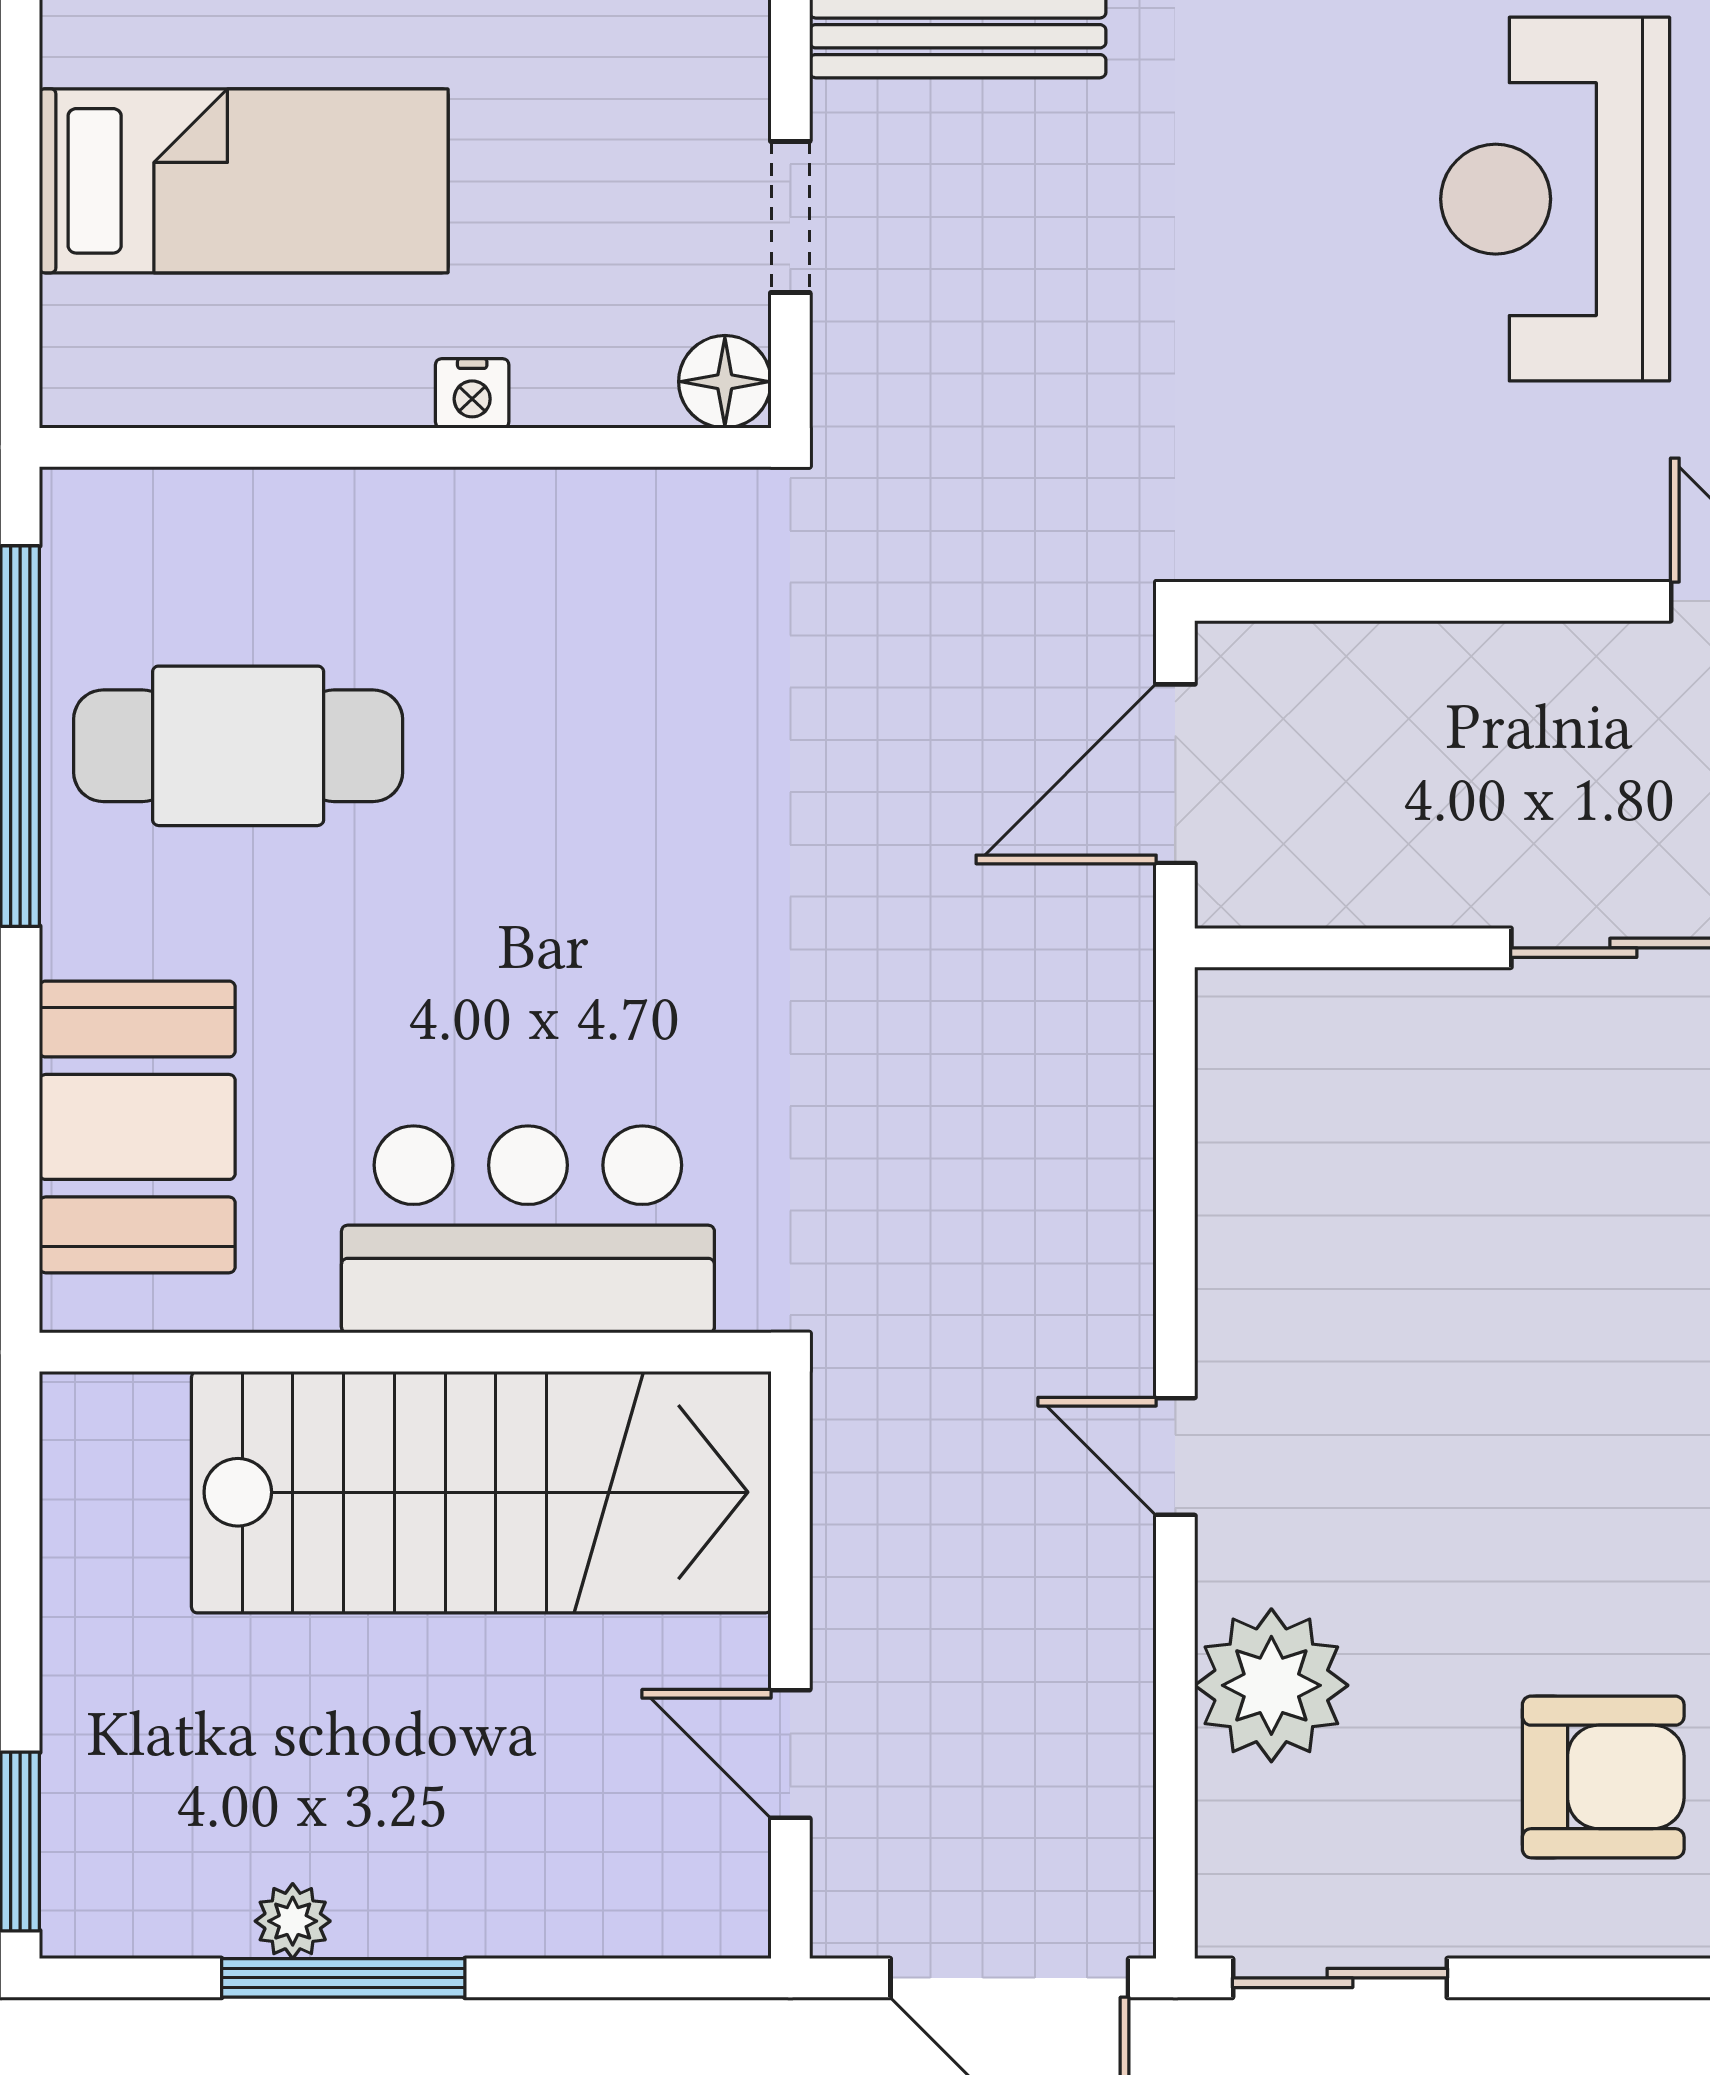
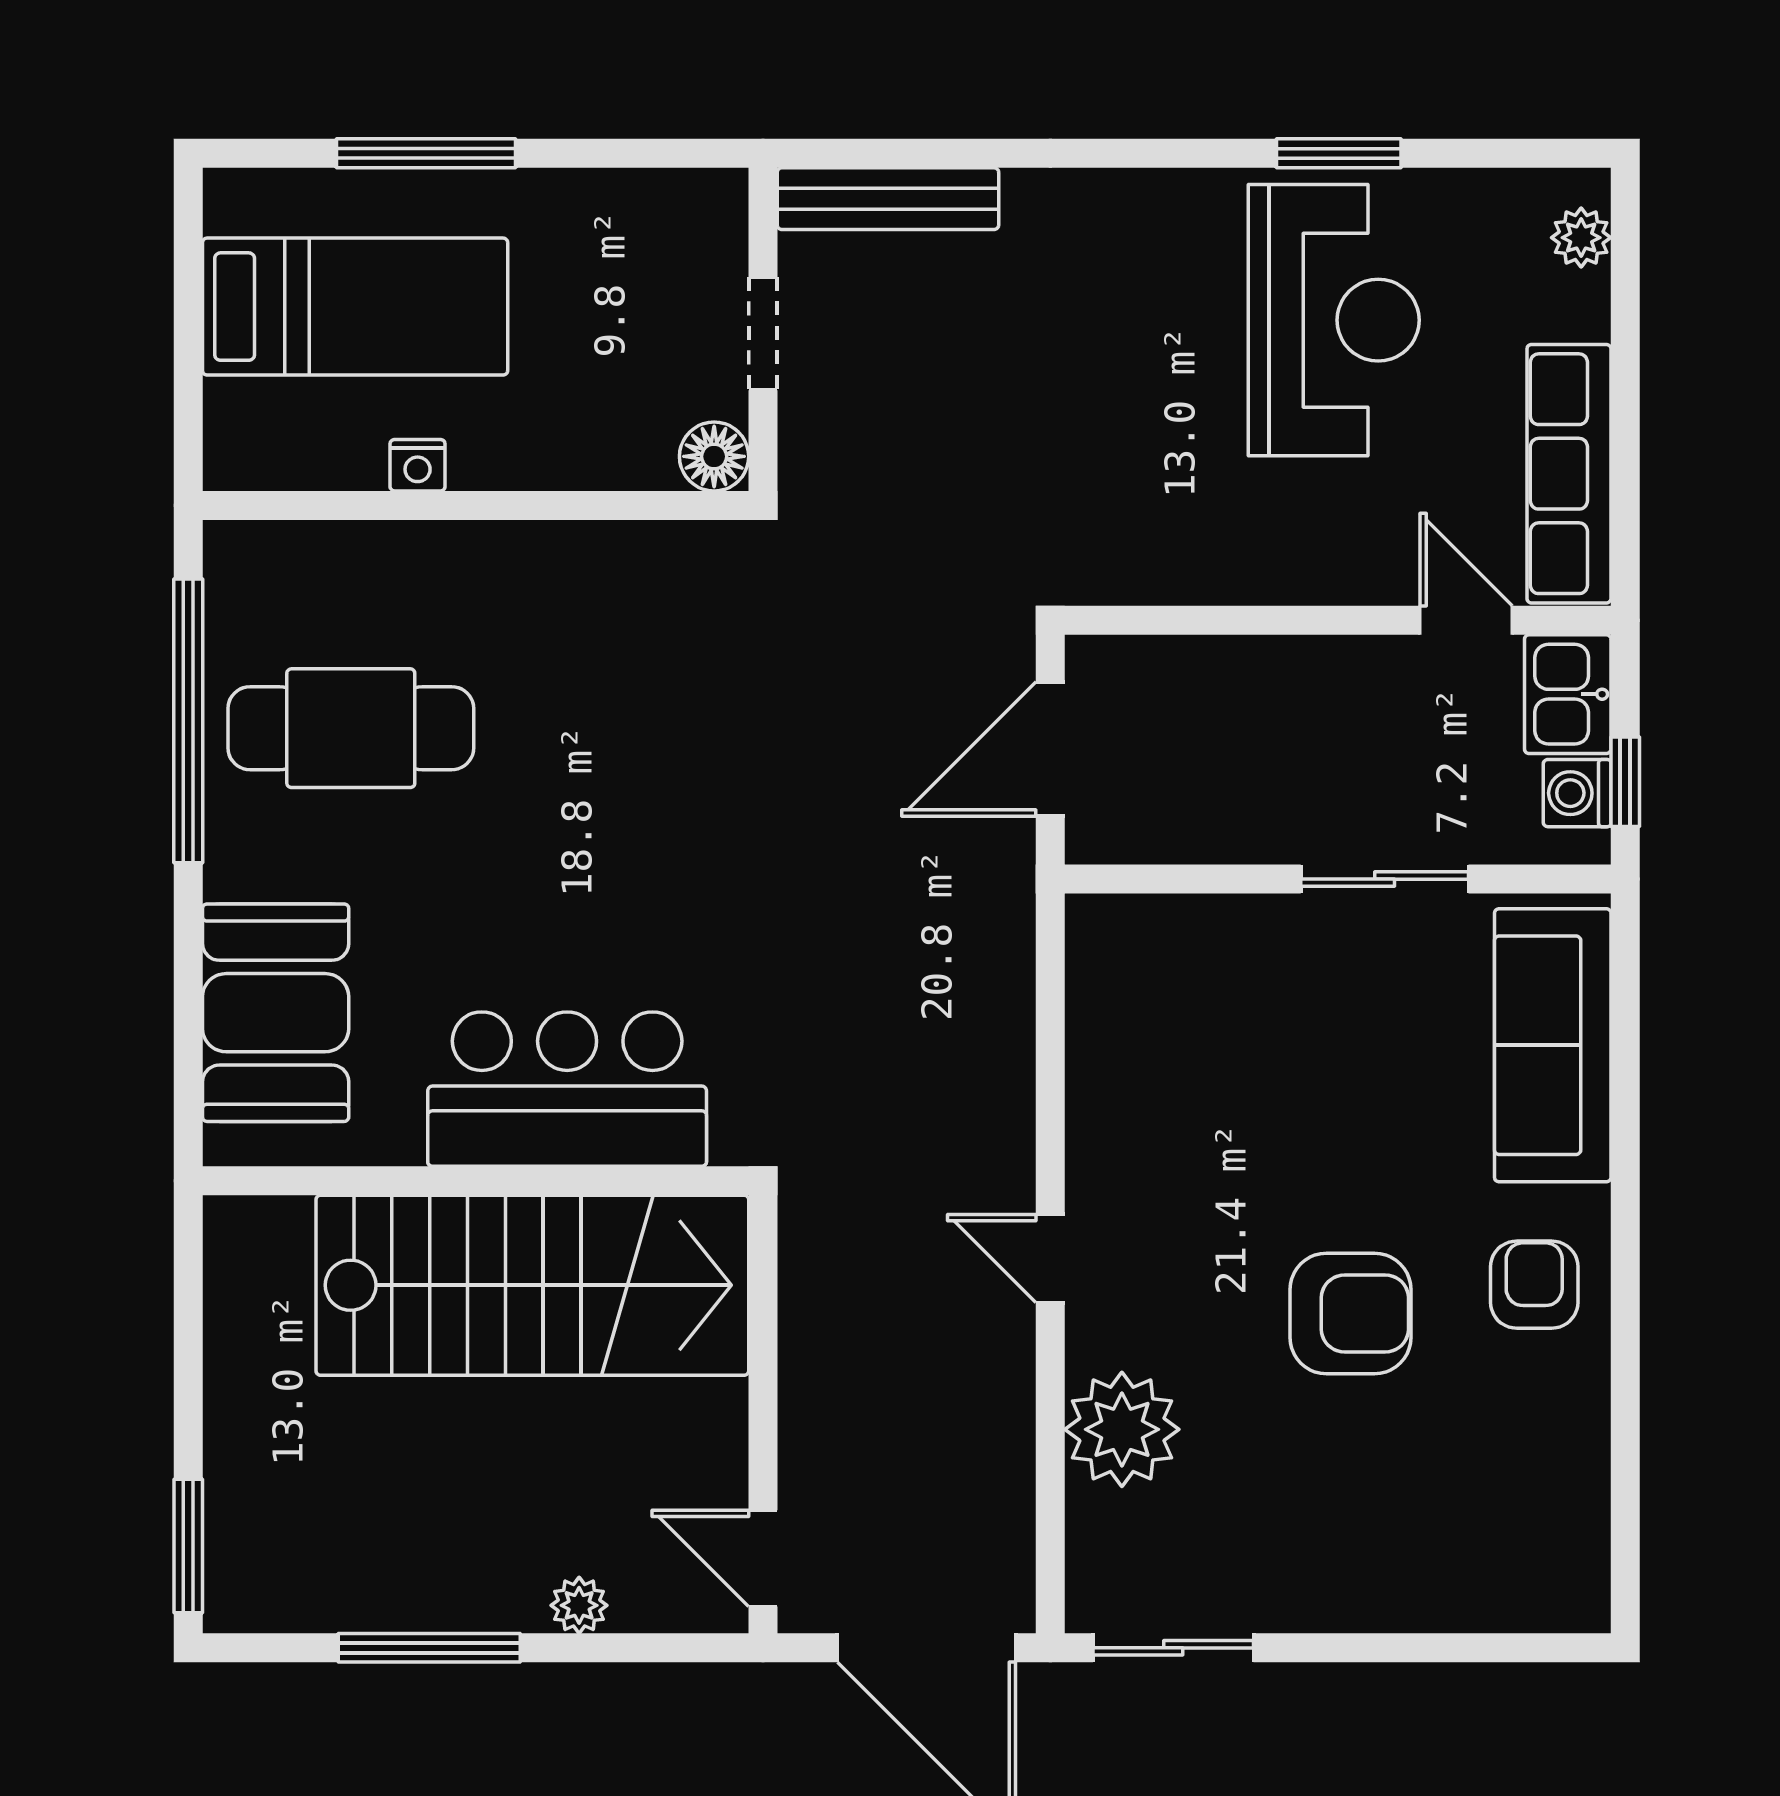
reception desk: (1555, 199) -> (1334, 320), turned 180
nightstand: (472, 393) -> (418, 465), moved
door: (790, 1754) -> (763, 1558), moved
armchair: (1603, 1777) -> (1350, 1314), moved
plant: (293, 1921) -> (579, 1605), moved

